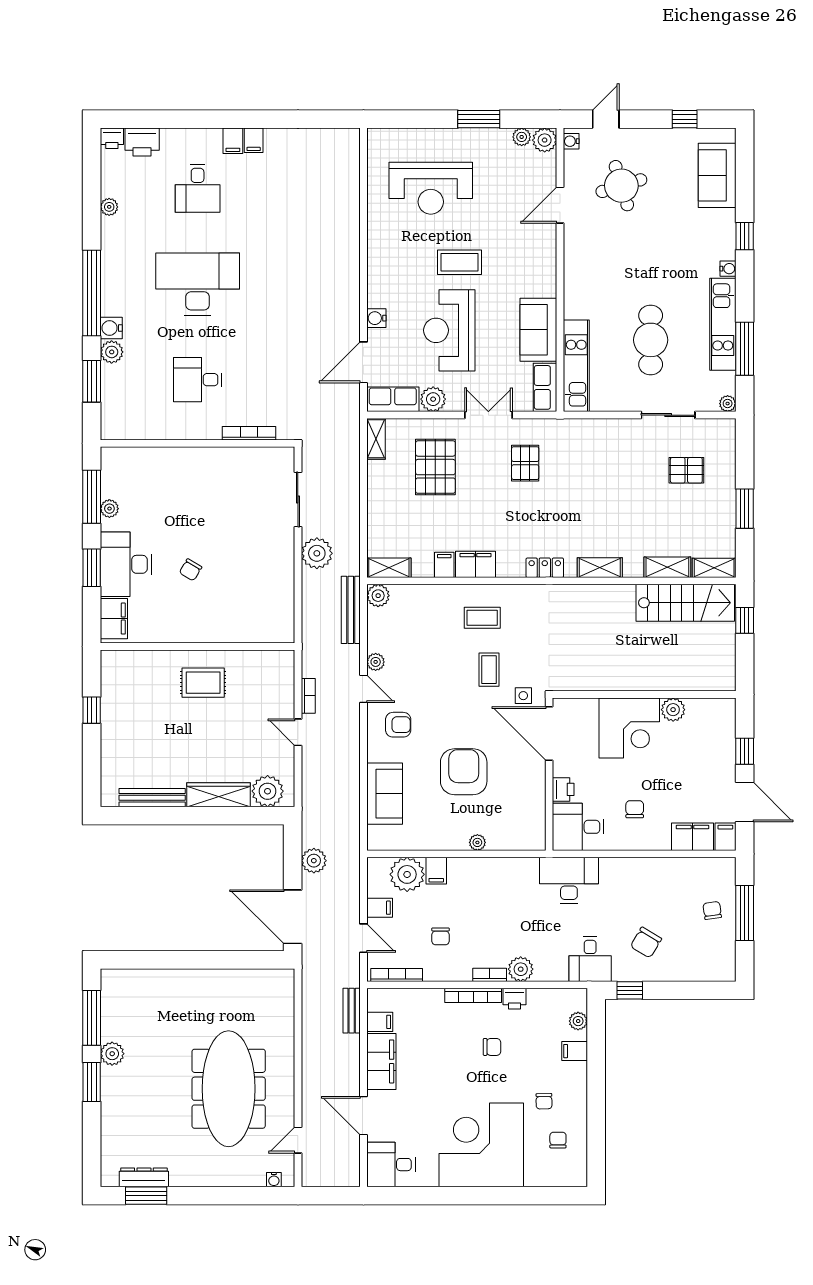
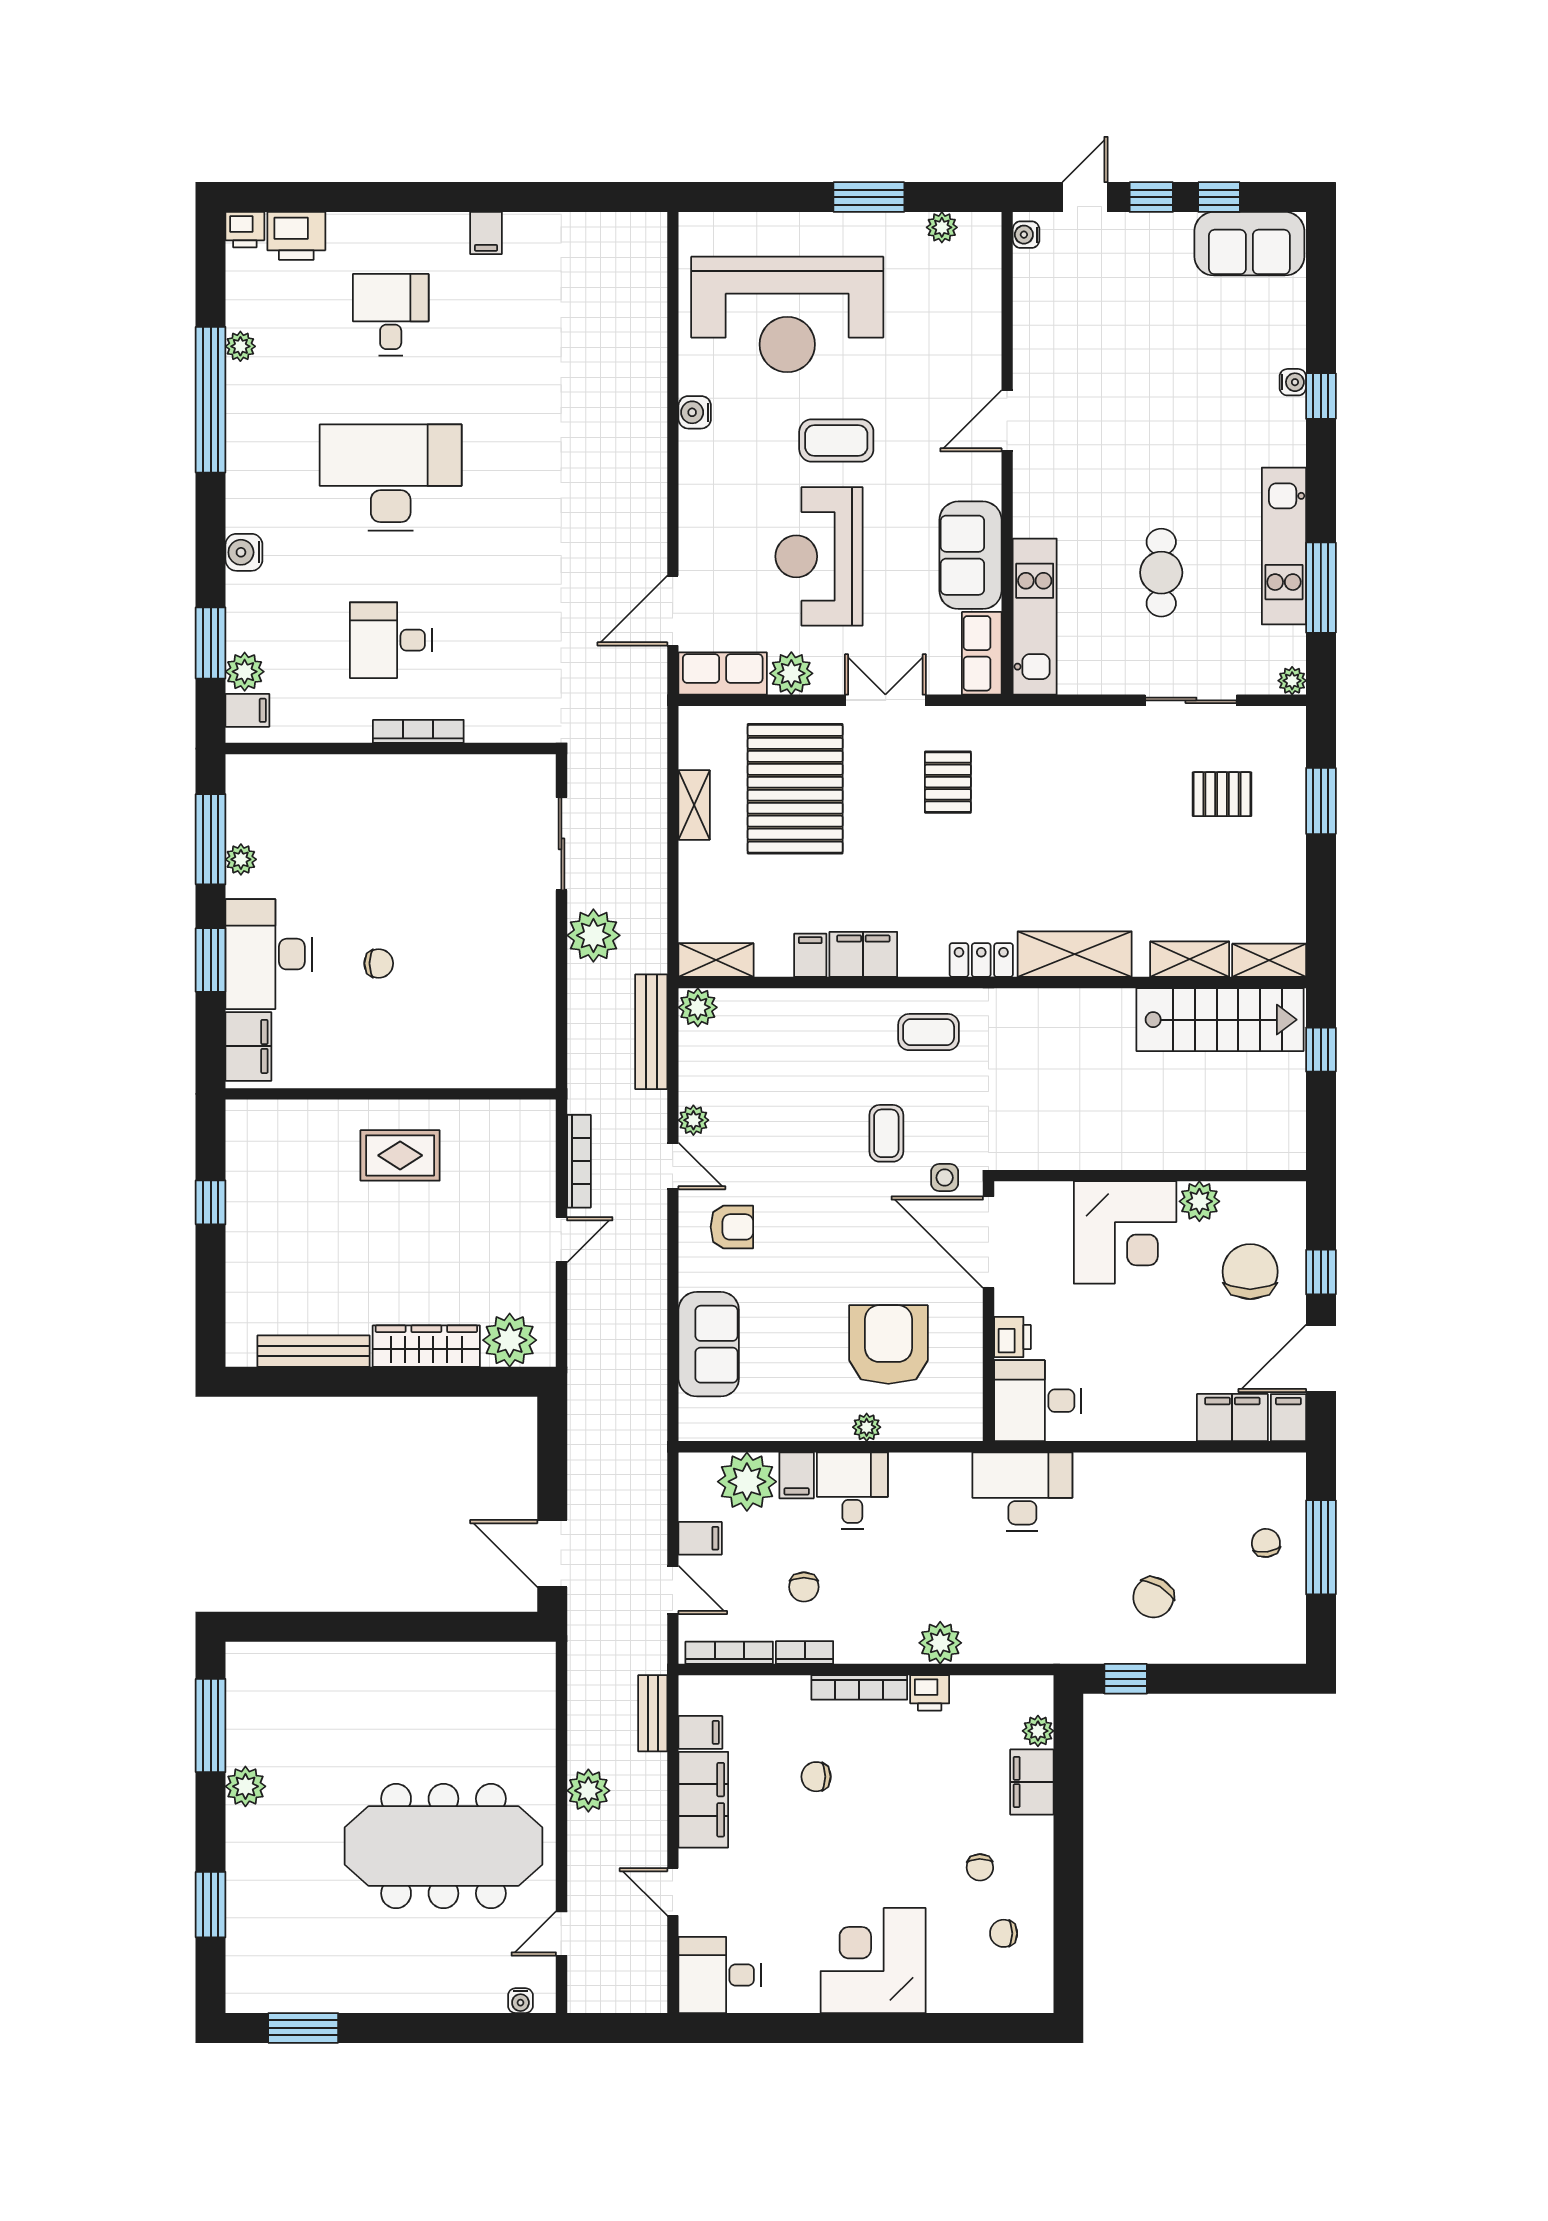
window: (645, 119) -> (1151, 197), added
plant: (545, 140) -> (981, 233), removed
filing cabinet: (233, 141) -> (247, 710), moved, turned -90
sofa: (717, 175) -> (1249, 244), moved, turned -90
round table: (621, 186) -> (1112, 310), removed
desk: (198, 188) -> (391, 315), turned 180
reception desk: (431, 188) -> (787, 314), width x1.36, depth x1.30
door: (560, 205) -> (1007, 421), moved
water cooler: (728, 269) -> (1293, 382), moved
window: (92, 293) -> (211, 400), moved
water cooler: (376, 318) -> (695, 412), moved
cafe table: (651, 340) -> (1161, 573), width x0.73, depth x0.74
plant: (112, 352) -> (245, 672), moved
bookcase: (249, 433) -> (418, 731), moved
shelving: (376, 439) -> (694, 805), moved
pallet: (435, 467) -> (795, 789), width x1.37, depth x1.41
window: (745, 509) -> (1321, 801), moved
shelving: (600, 568) -> (1075, 954), width x1.50, depth x1.33
chair: (191, 570) -> (379, 963), turned -121
coffee table: (482, 618) -> (929, 1032), moved
bookcase: (308, 696) -> (579, 1161), width x1.56
door: (298, 732) -> (561, 1240), swing flipped
armchair: (464, 772) -> (888, 1345), moved
door: (745, 802) -> (1321, 1358), swing flipped
chair: (635, 809) -> (1250, 1272), moved, width x1.87, depth x1.87
plant: (314, 861) -> (588, 1791), moved
door: (293, 917) -> (552, 1554), width x0.73
desk: (590, 959) -> (852, 1491), moved, turned 180
bookcase: (490, 975) -> (805, 1653), moved
chair: (492, 1047) -> (816, 1777), moved, turned 180
filing cabinet: (575, 1051) -> (1032, 1782), width x2.00
window: (92, 1082) -> (211, 1905), moved
meeting table: (229, 1089) -> (443, 1846), turned 90
door: (363, 1116) -> (673, 1892), width x0.73
chair: (558, 1140) -> (1004, 1933), turned -90
corner desk: (481, 1145) -> (873, 1961), width x0.74, depth x0.74
dresser: (144, 1177) -> (299, 1997), removed

